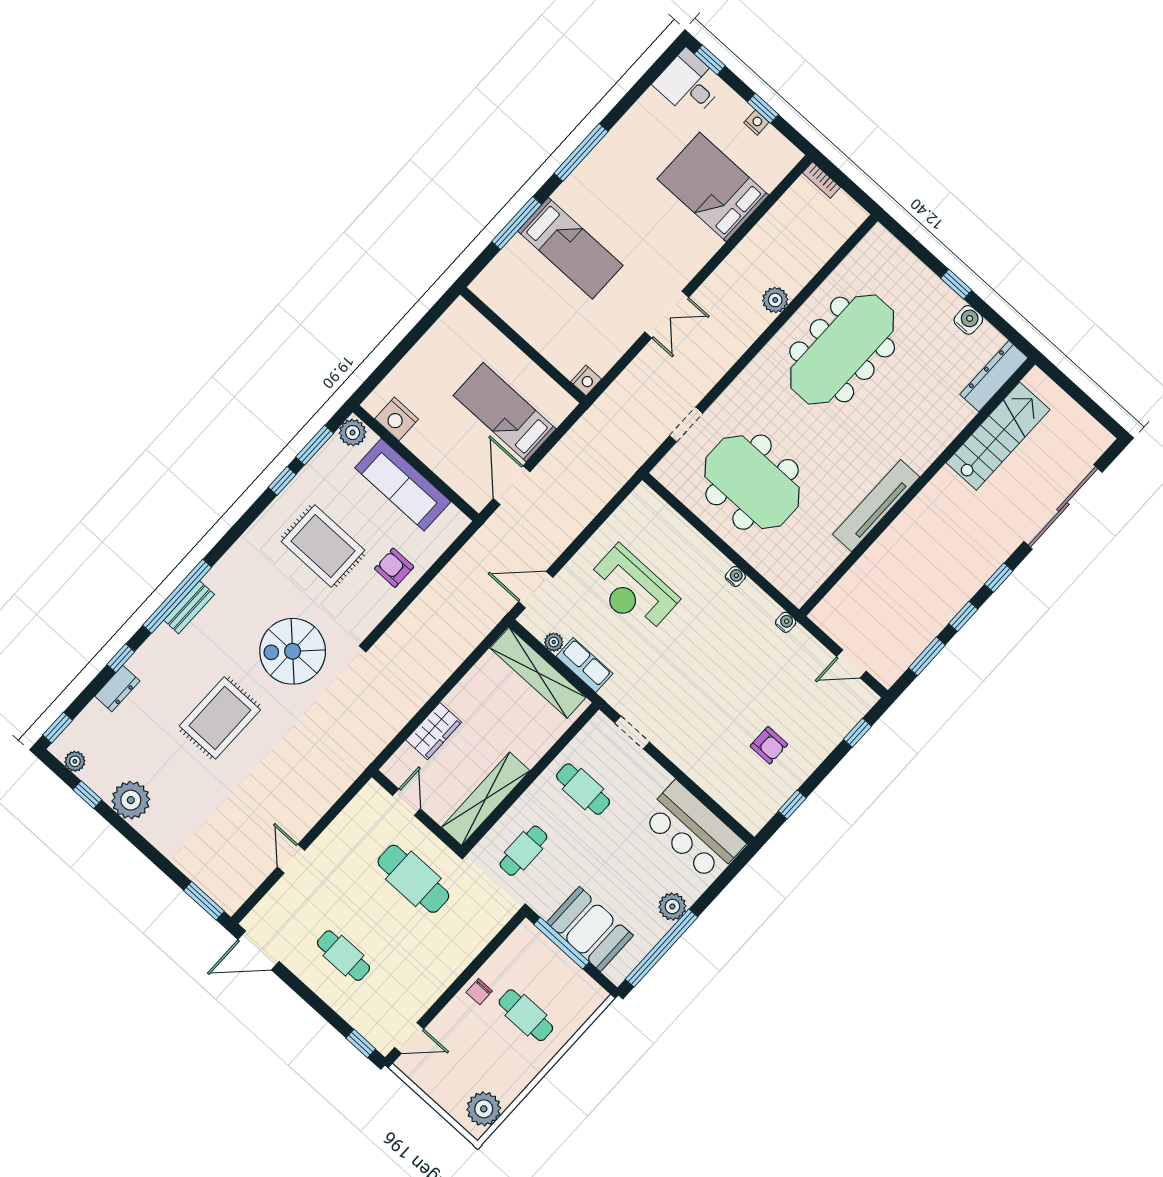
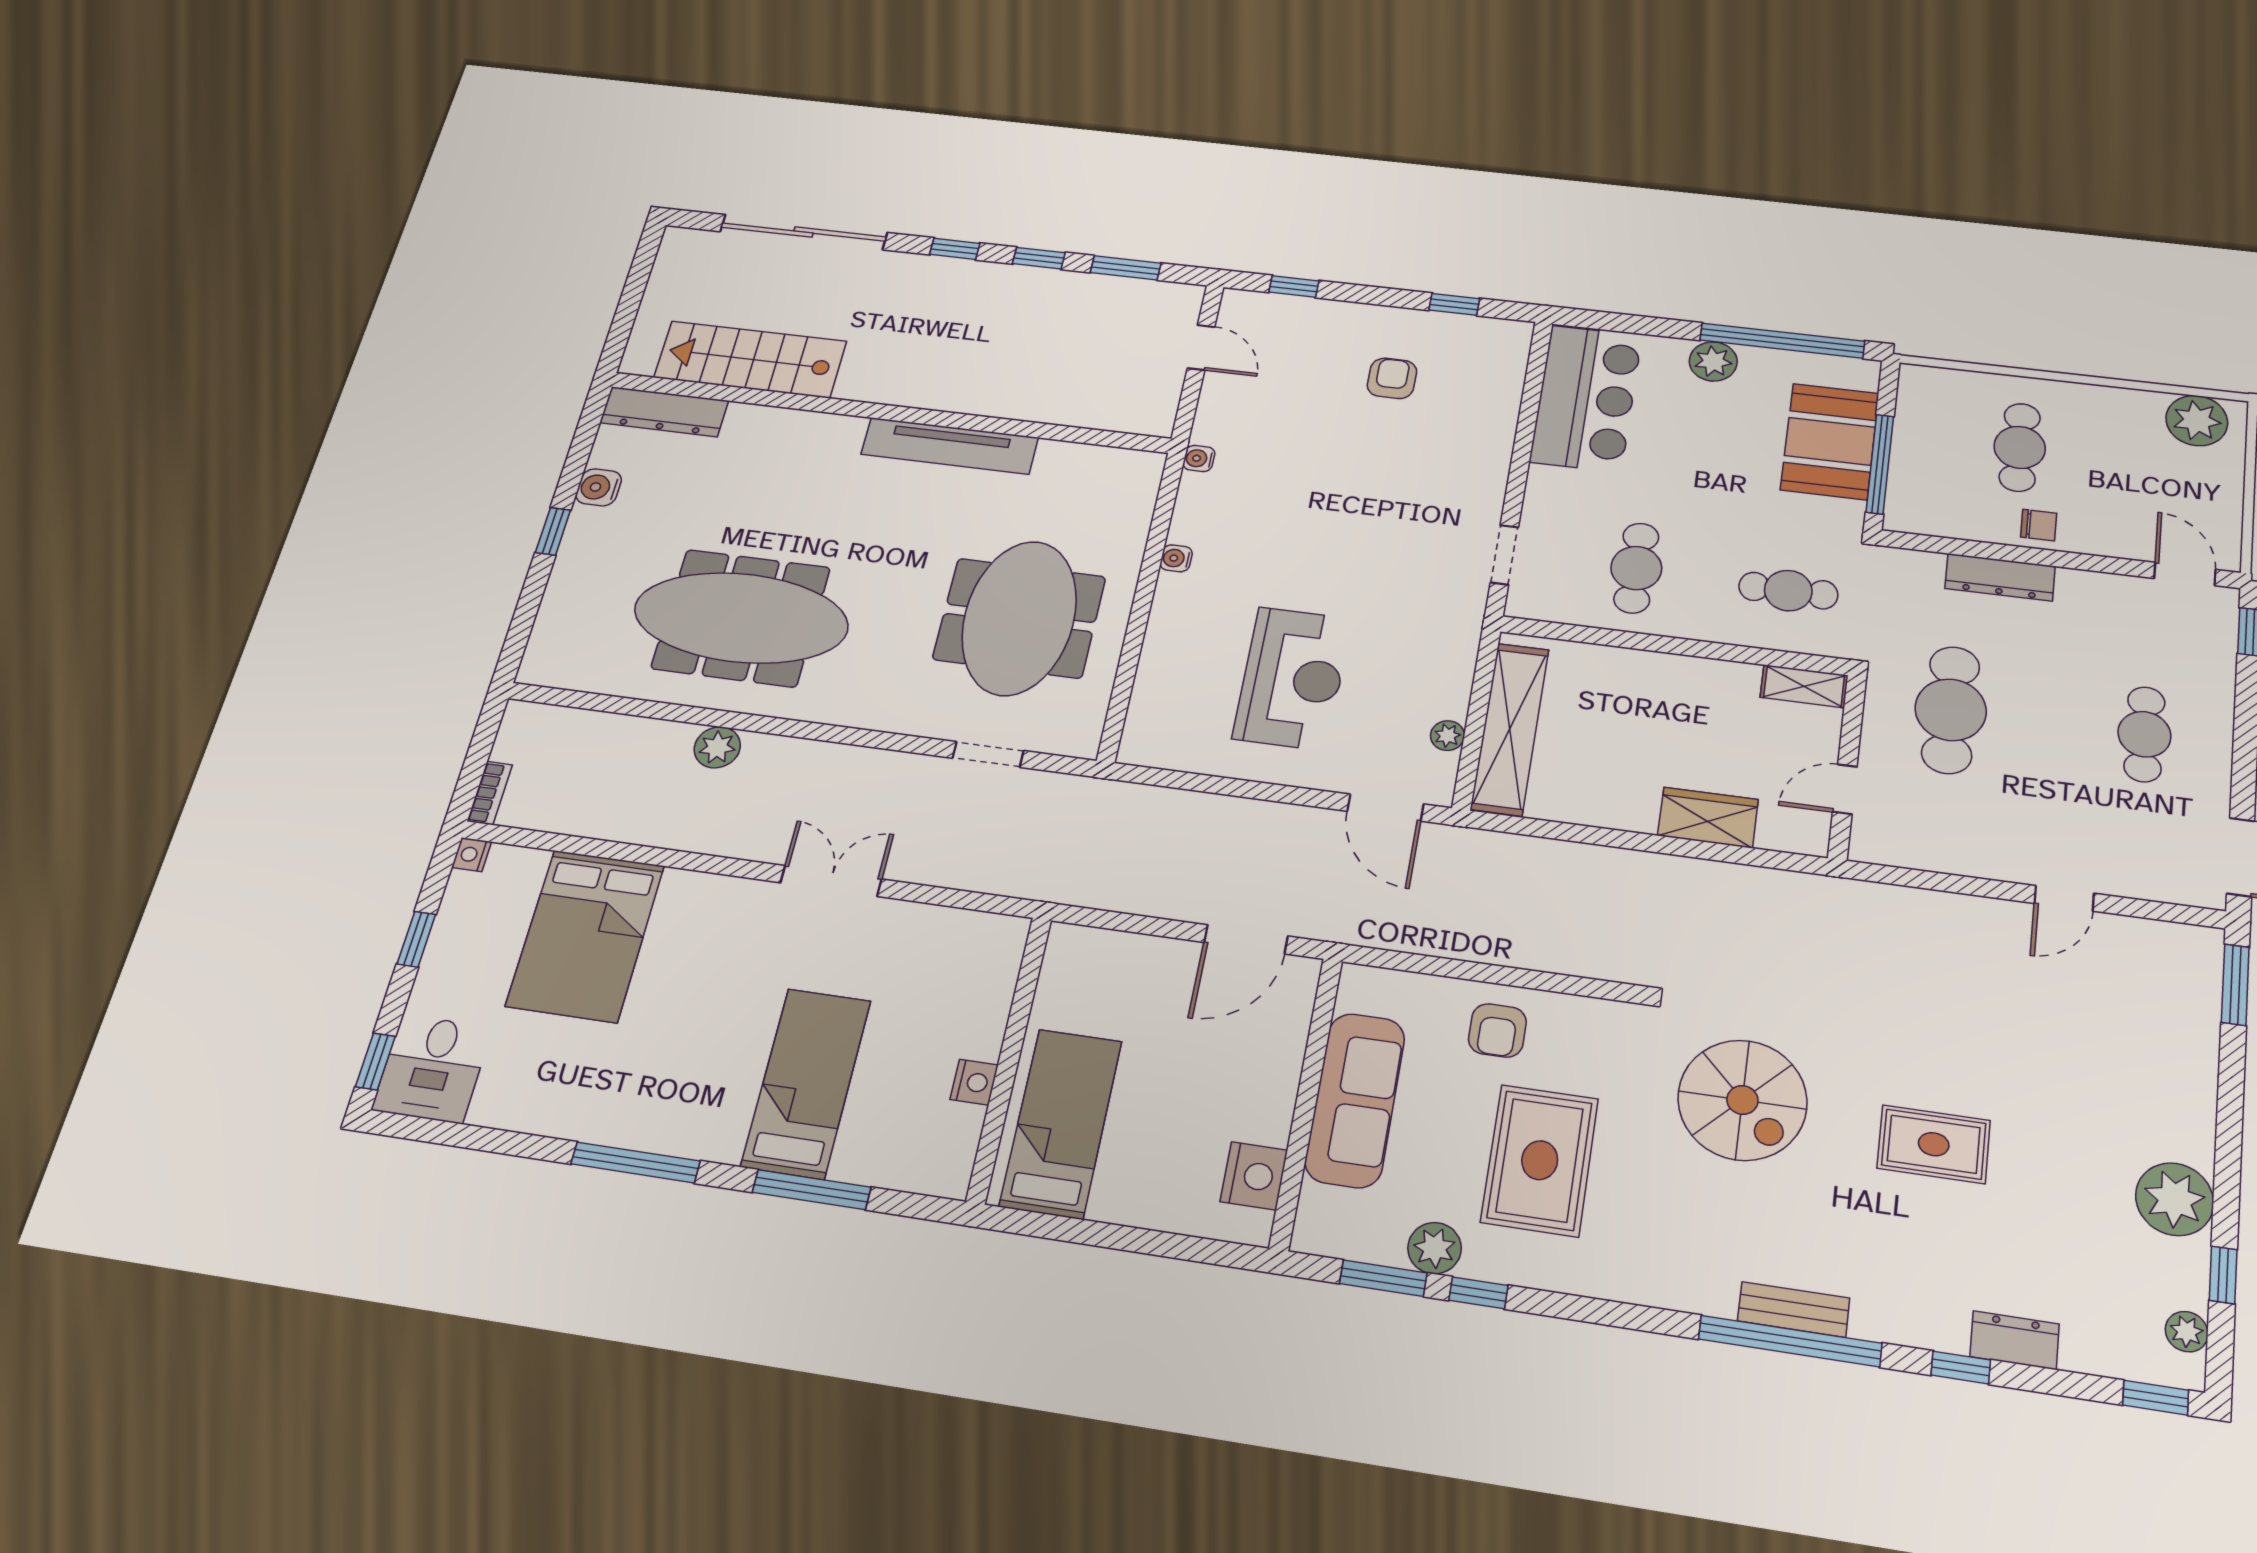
nightstand: (756, 122) -> (472, 855), moved
nightstand: (586, 380) -> (974, 1082), moved, turned 90
bed: (505, 412) -> (1061, 1123), moved, turned 180
plant: (353, 433) -> (1435, 1248), moved
row of seats: (584, 665) -> (1452, 674), removed
rug: (220, 718) -> (1934, 1144), width x0.73, depth x0.70
shelving: (486, 799) -> (1804, 686), width x0.45, depth x0.75
dresser: (464, 953) -> (2000, 577), added

